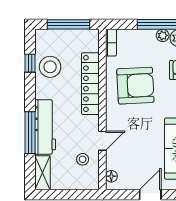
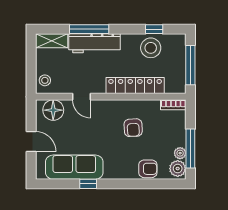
armchair: (135, 86) -> (133, 128), width x0.53, depth x0.53
stool: (83, 159) -> (45, 80), moved
floor lamp: (111, 176) -> (53, 110), width x1.89, depth x1.89

